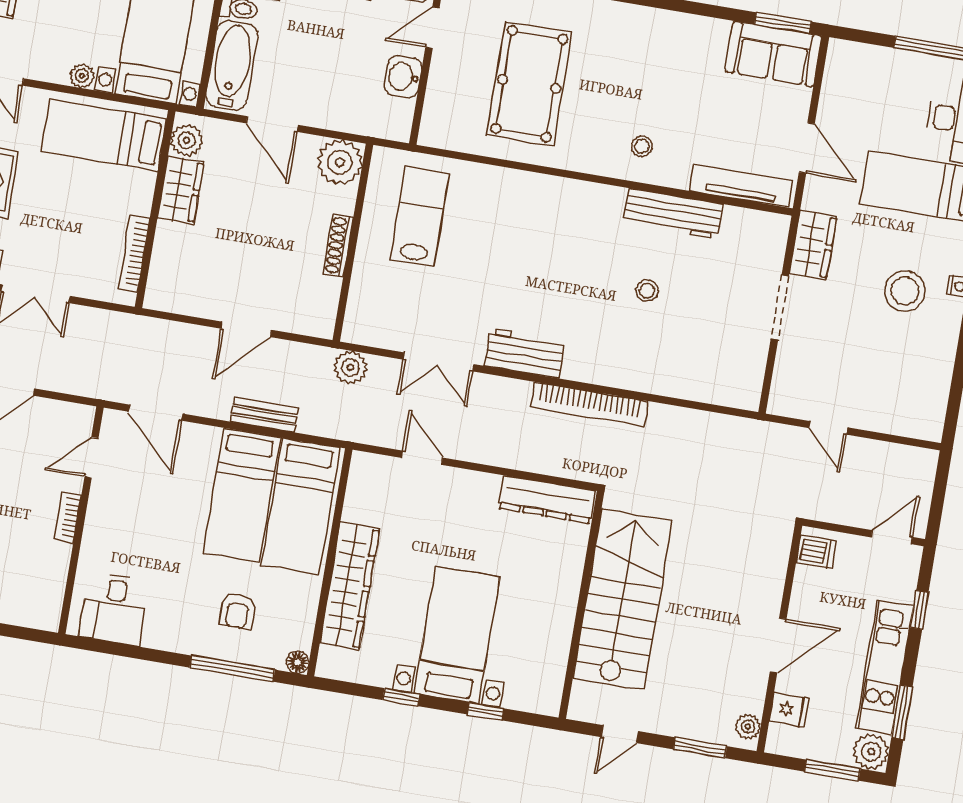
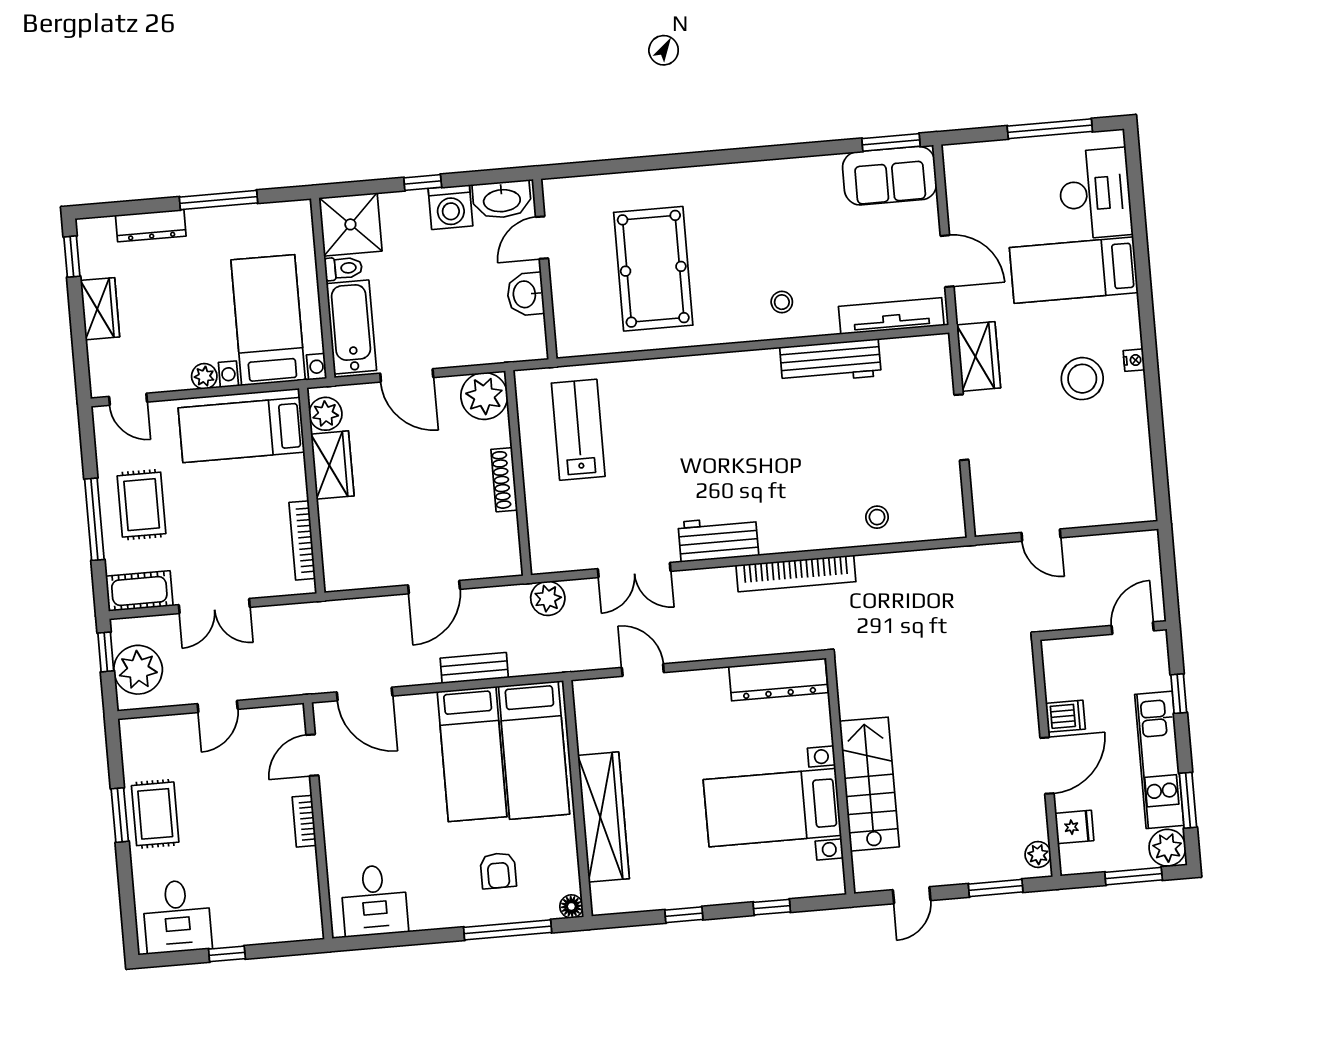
stool: (647, 291) -> (877, 517), moved
dishwasher: (816, 551) -> (1065, 716), moved
stairs: (623, 599) -> (869, 784), width x0.73, depth x0.66
bed with nightstands: (457, 635) -> (772, 808), moved, turned -90

